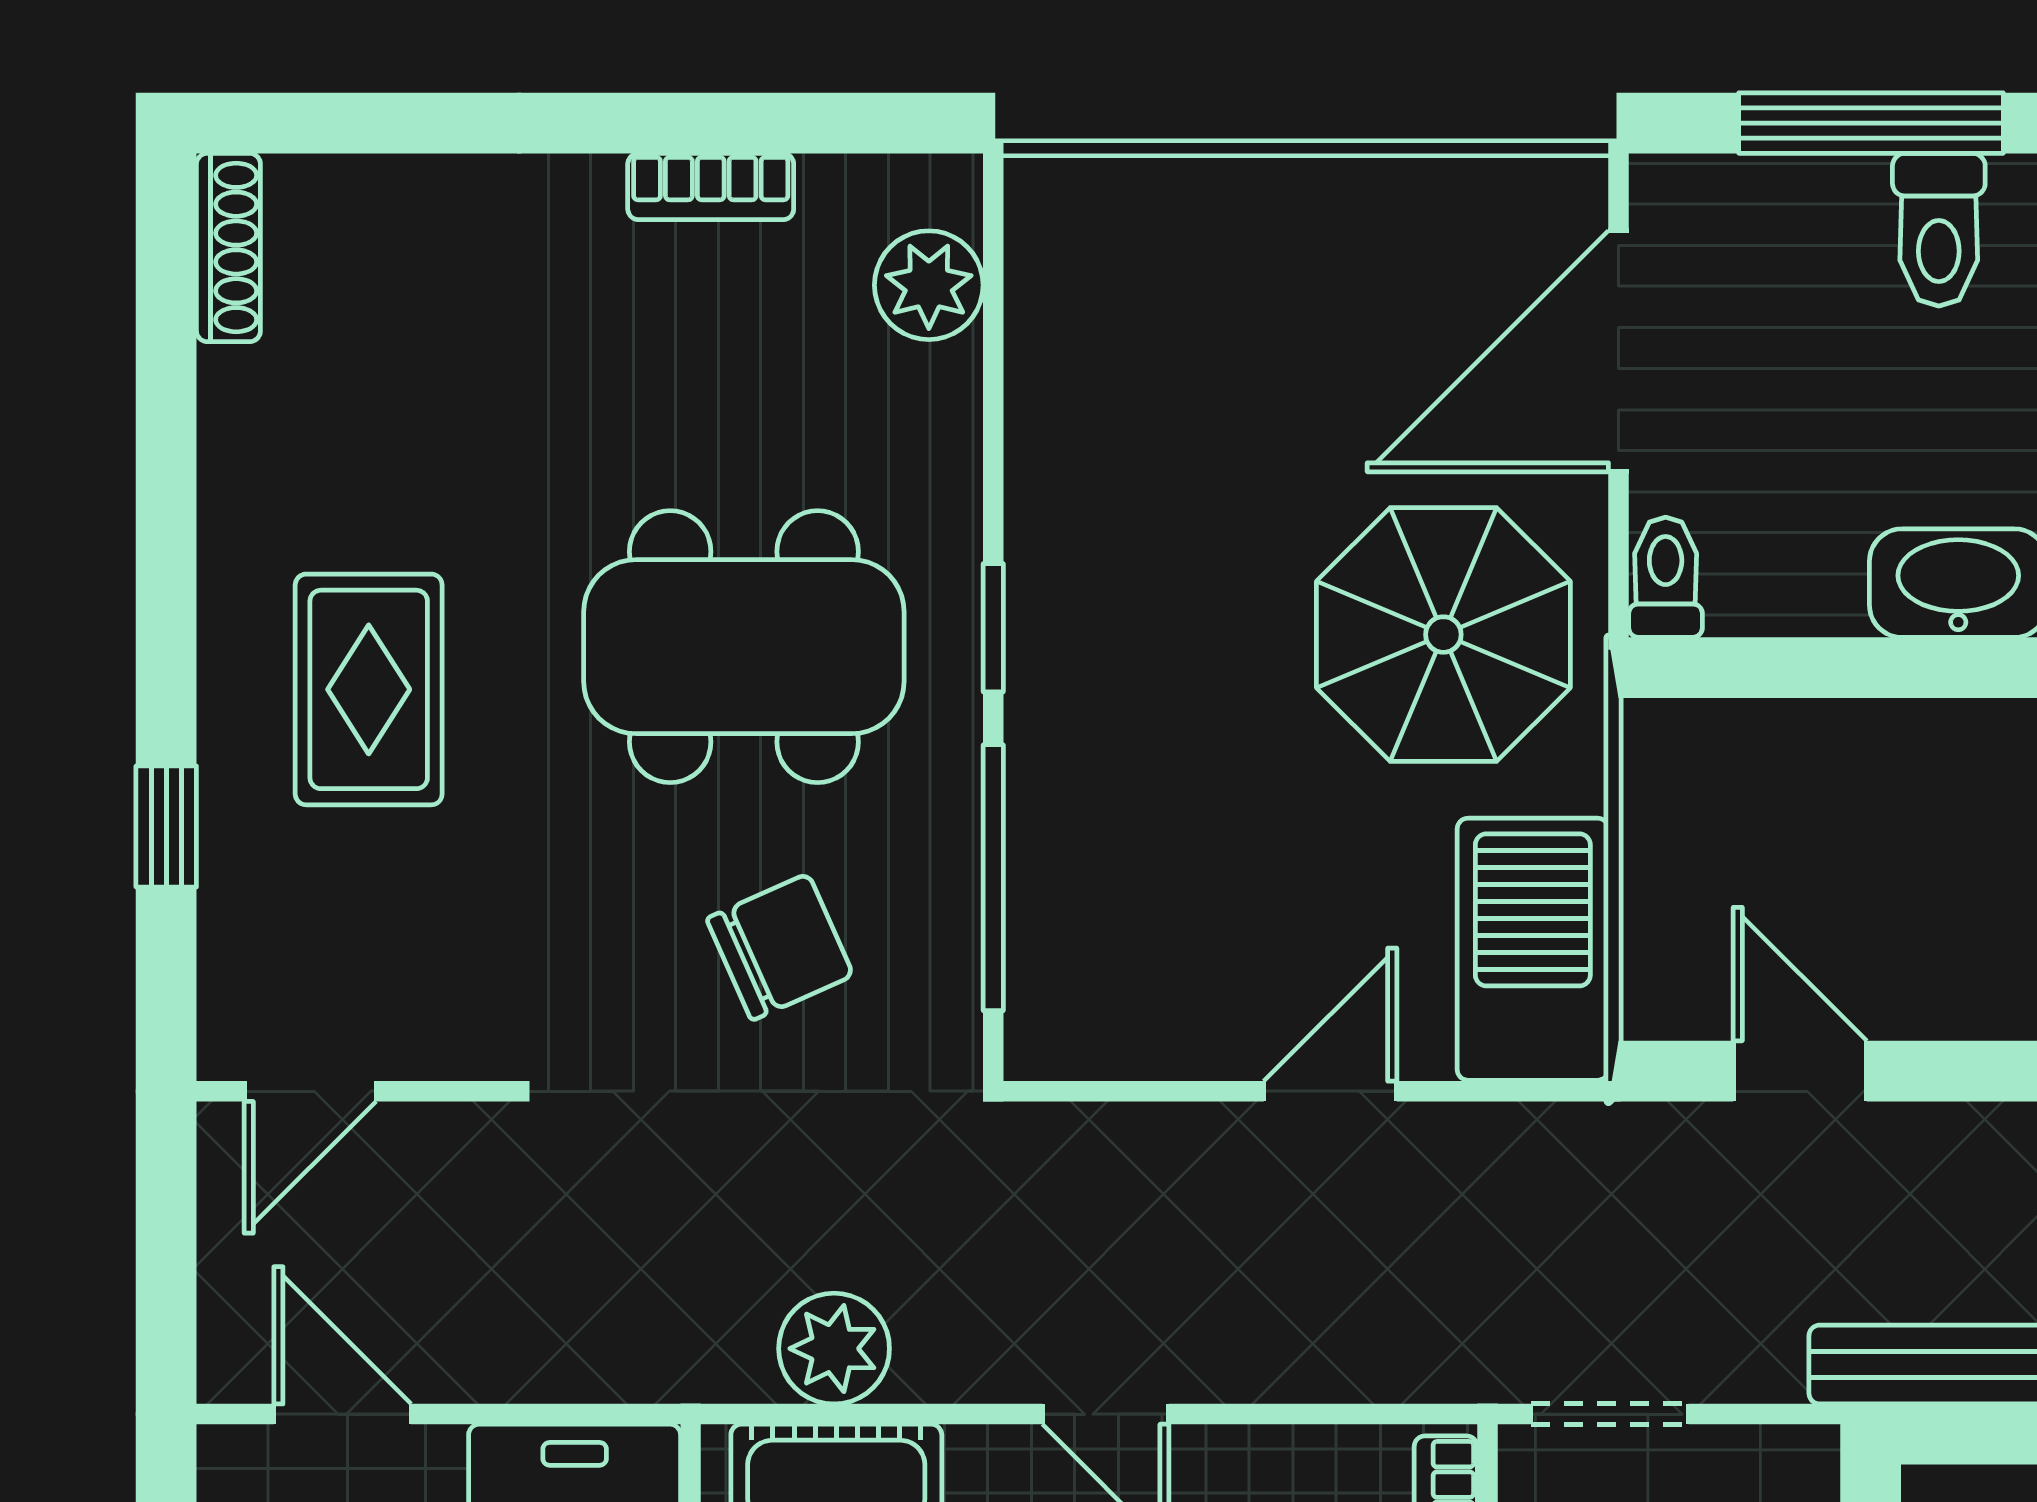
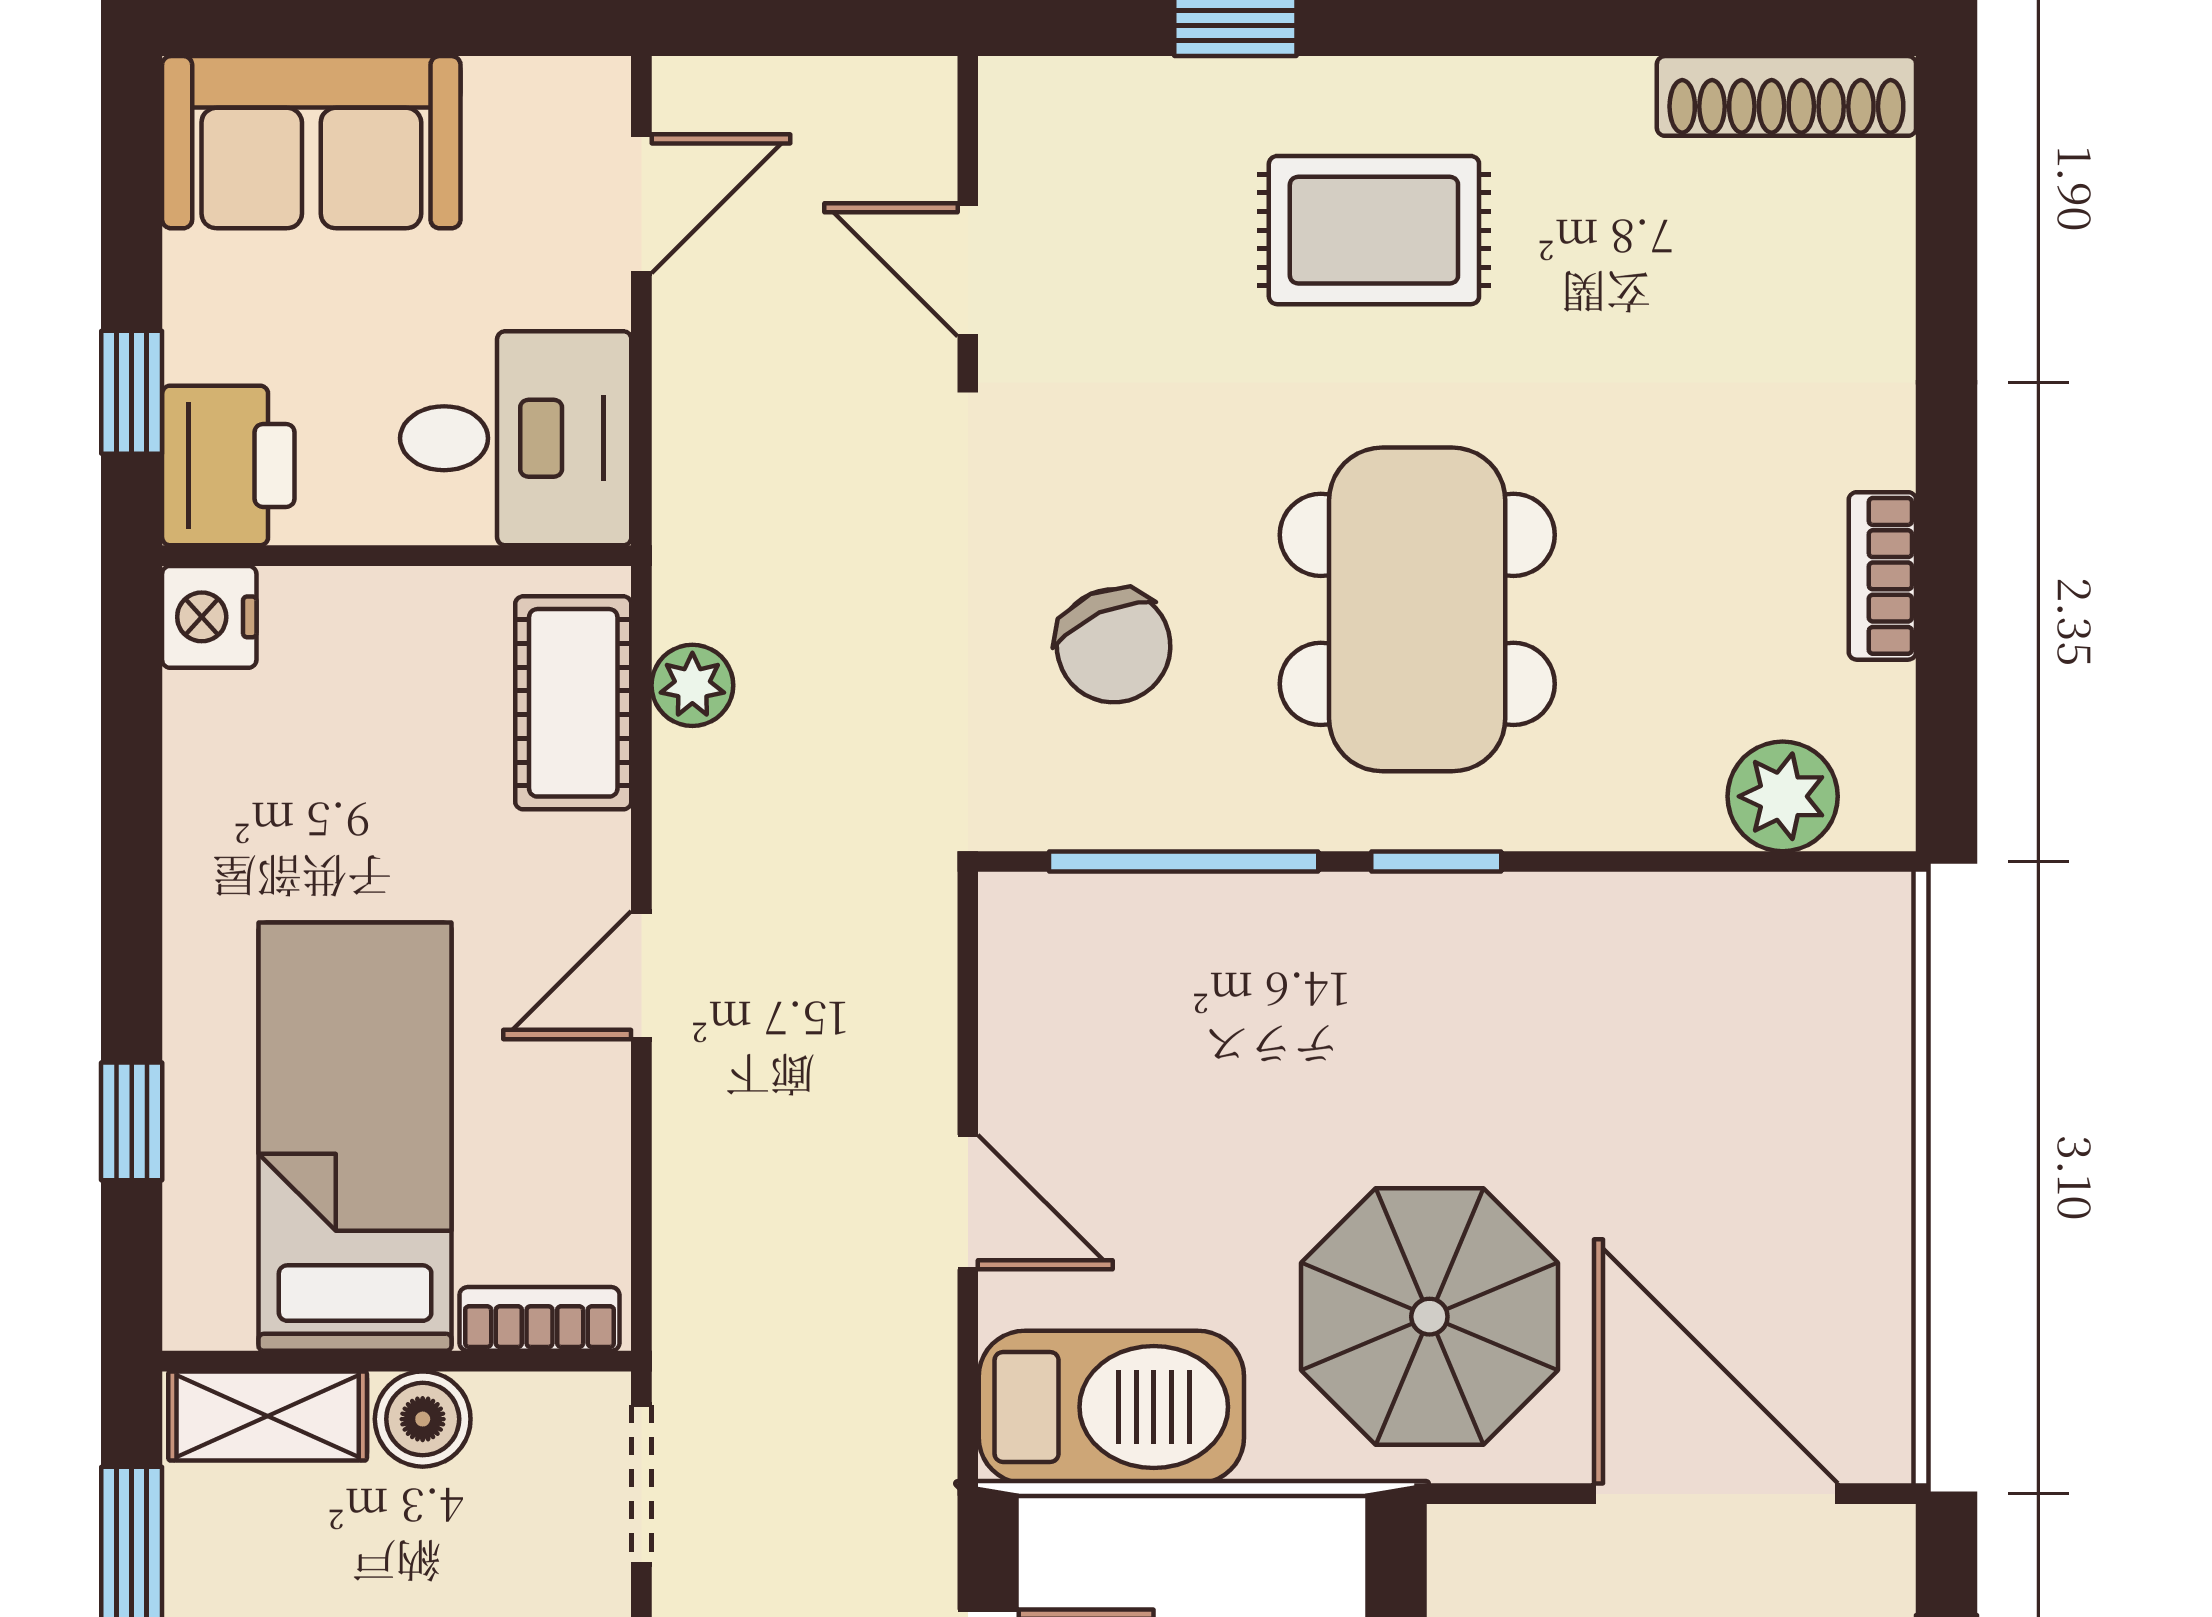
shoe rack: (228, 247) -> (1786, 96), width x1.36, depth x1.24
toilet: (1666, 577) -> (1487, 1541), removed
door: (310, 1091) -> (968, 270), moved
plant: (834, 1349) -> (692, 685), width x0.73, depth x0.73

